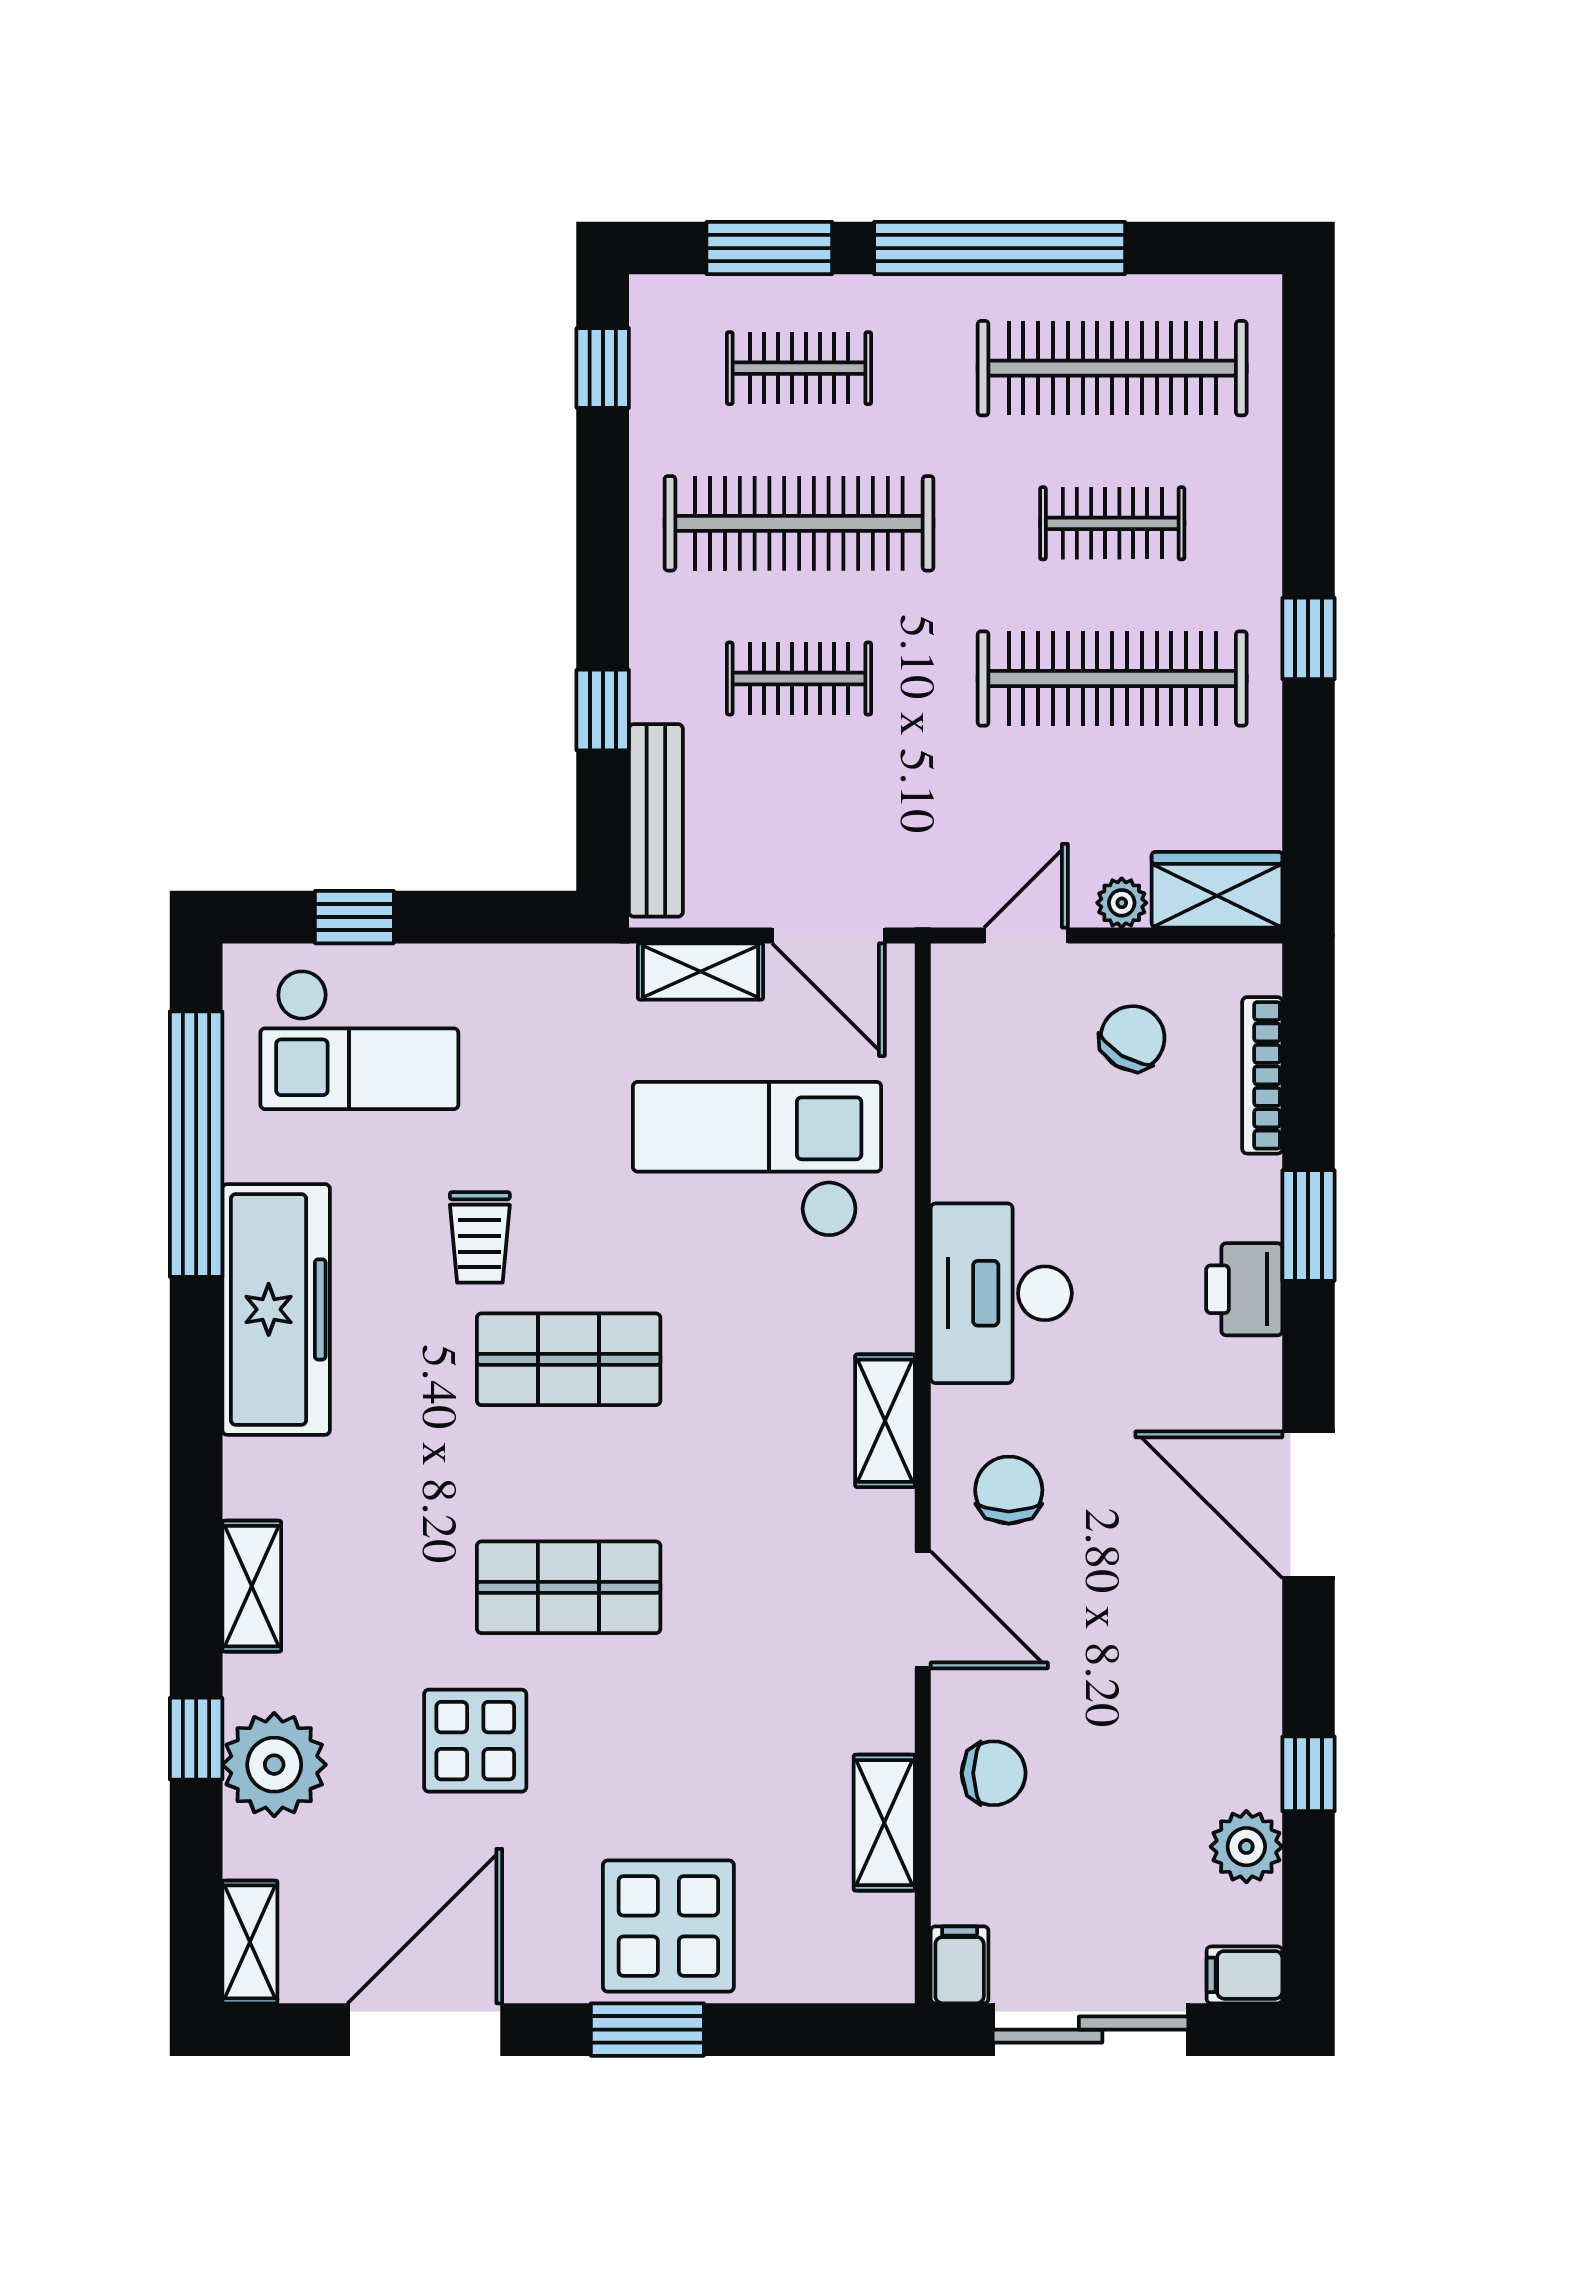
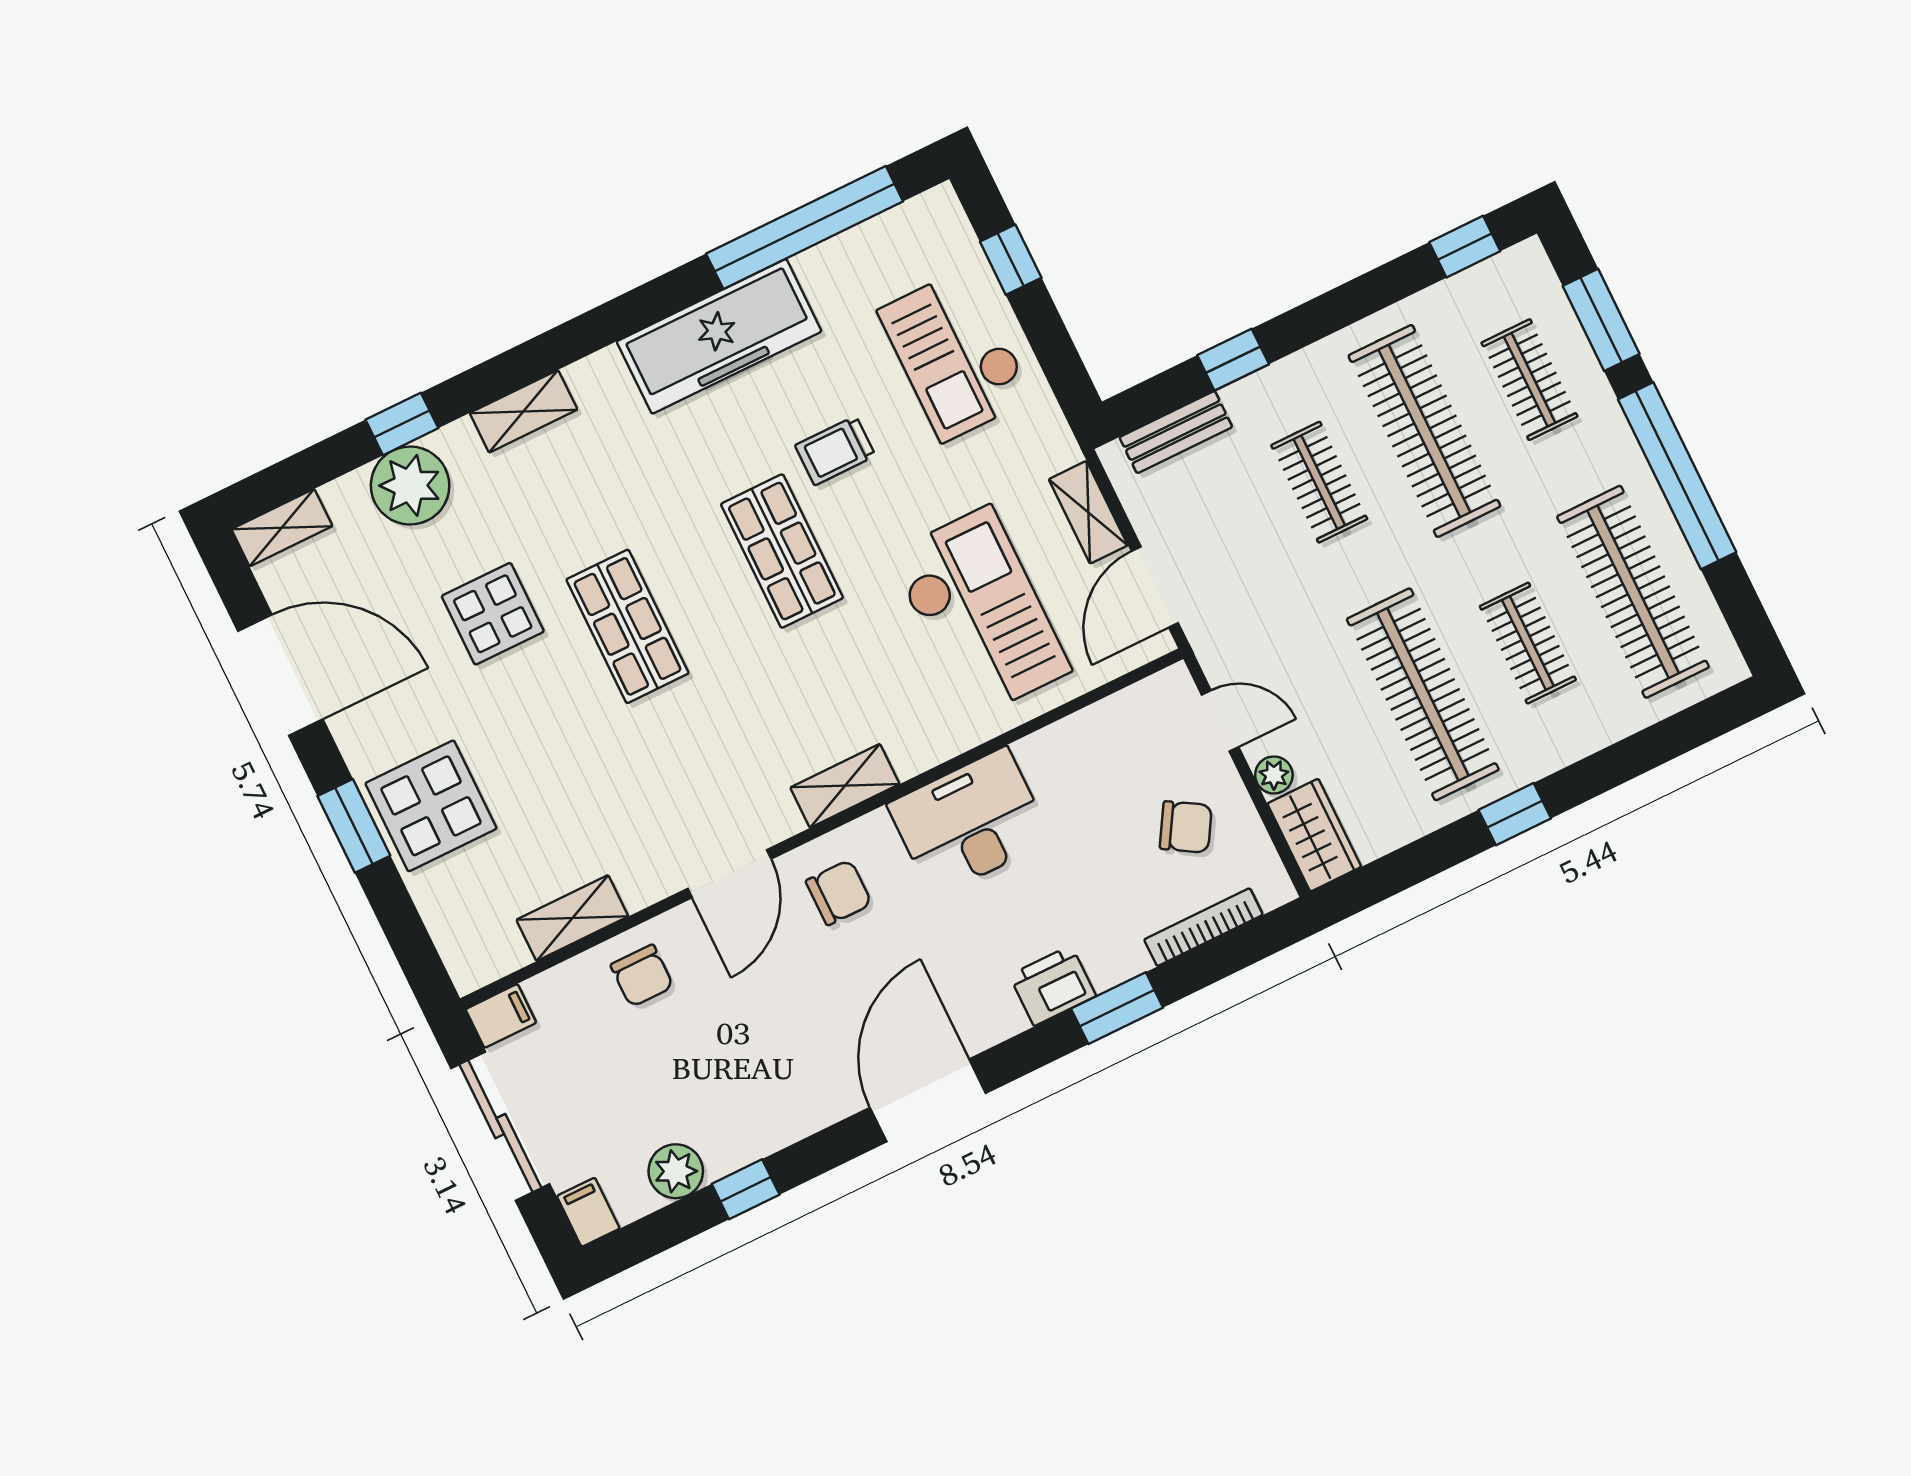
bench: (656, 820) -> (1176, 432), width x0.73
checkout: (359, 1039) -> (956, 354), moved

